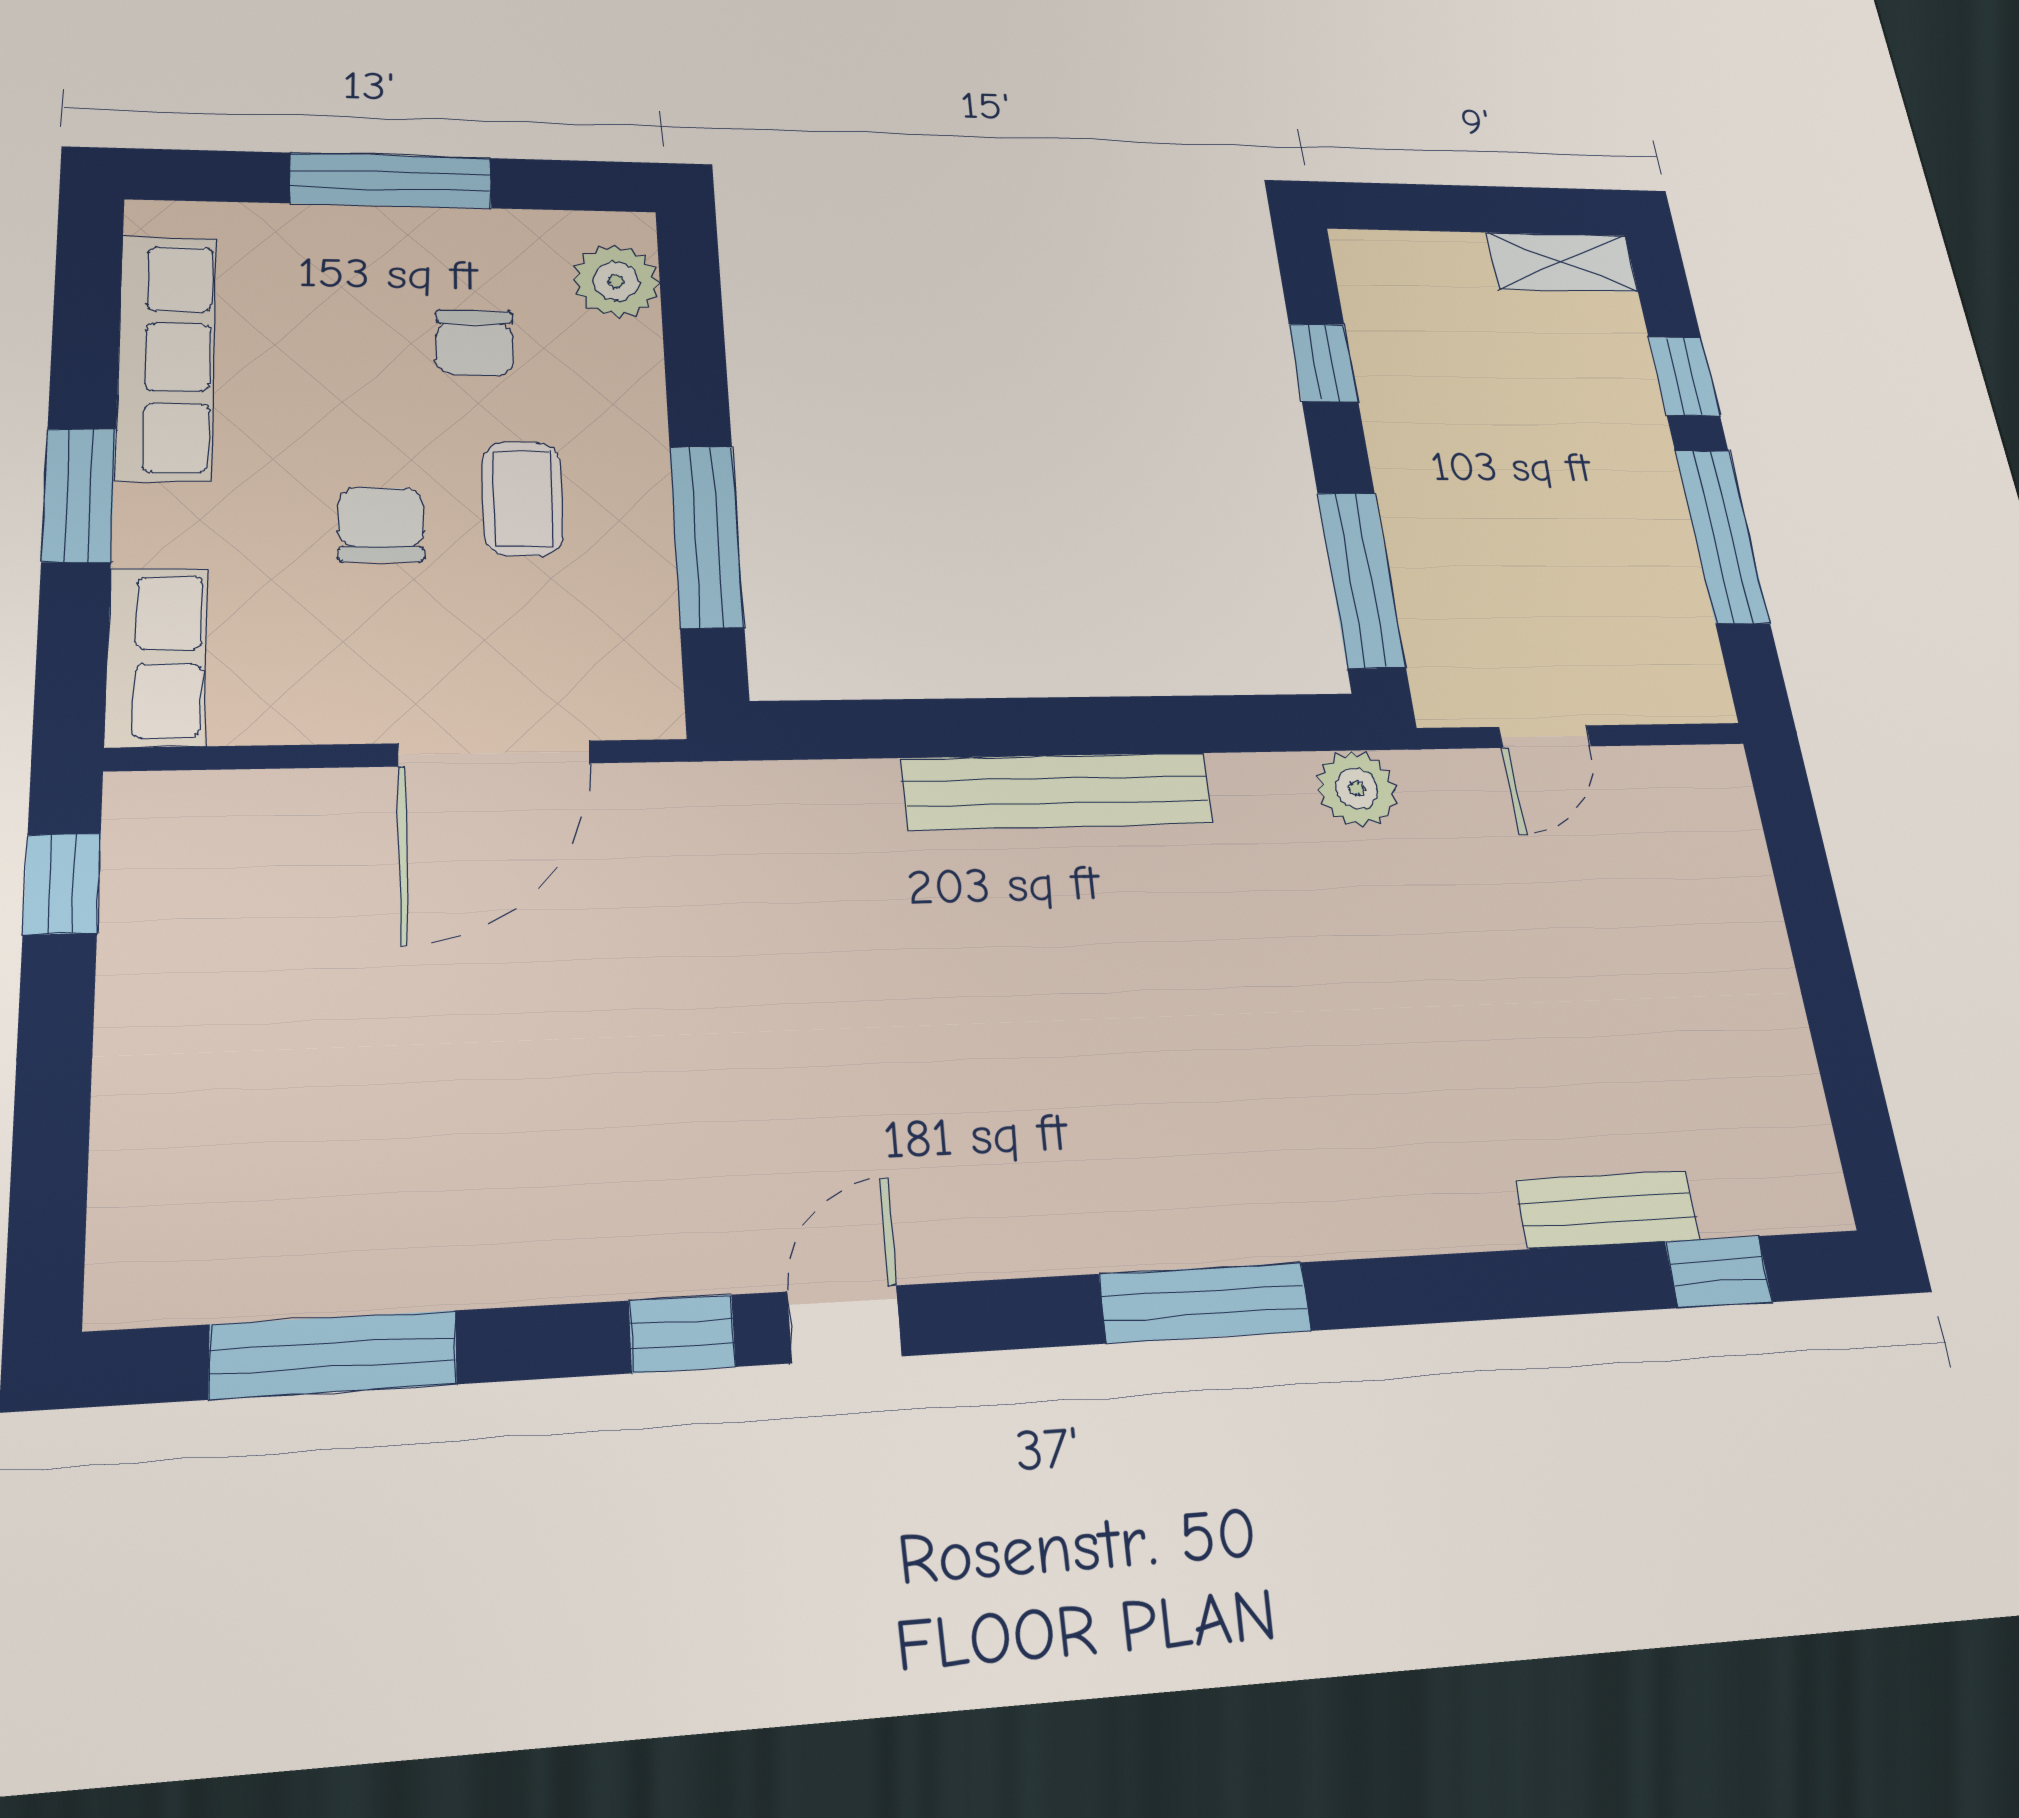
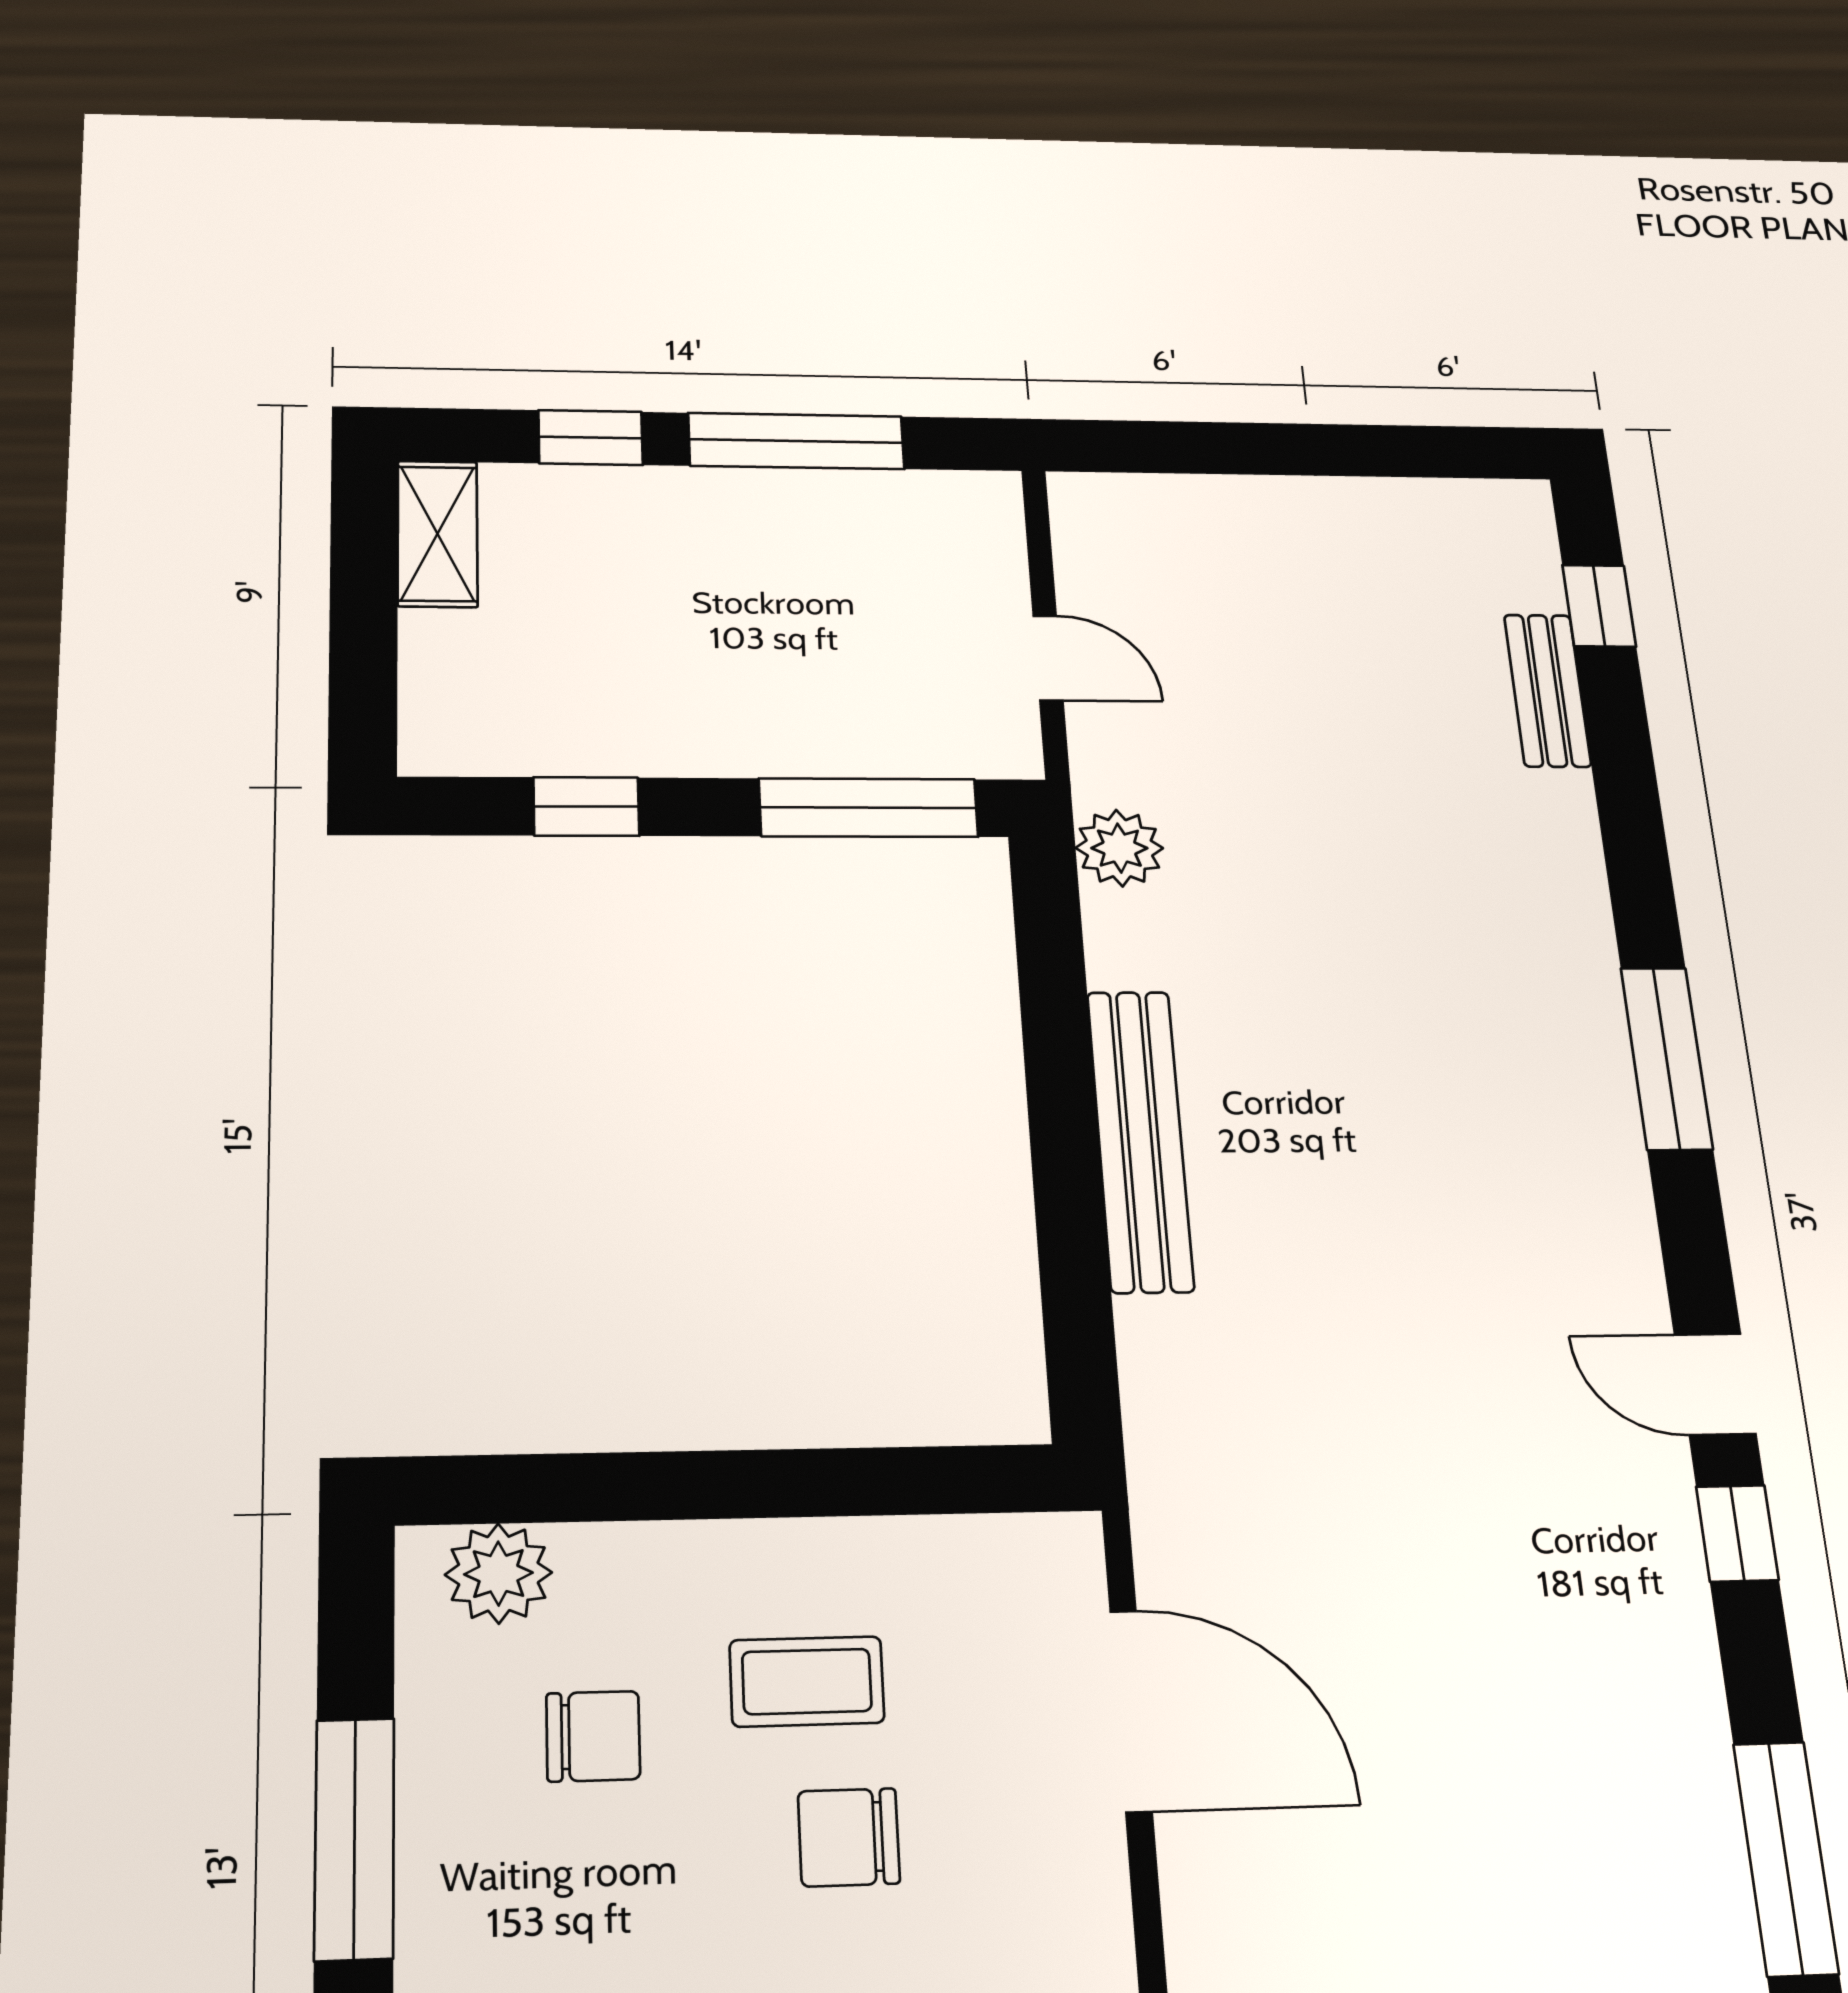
window: (707, 536) -> (847, 1482), removed

